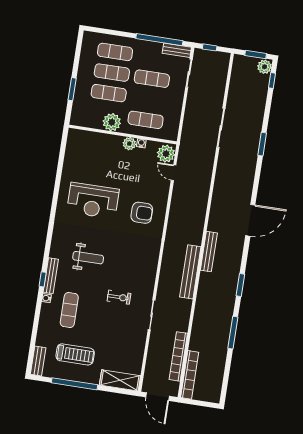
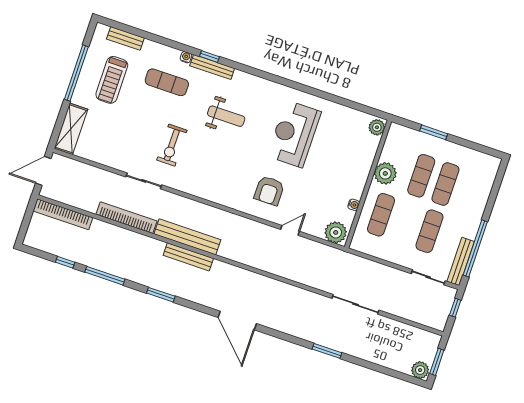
bench: (177, 50) -> (461, 261), width x1.36
exercise mat: (115, 52) -> (470, 192), removed
window: (272, 80) -> (65, 262), moved
plant: (129, 144) -> (377, 127), moved
door: (174, 173) -> (290, 230), moved
bench: (209, 252) -> (188, 257), moved
weight bench: (88, 258) -> (226, 116), turned -90
exercise bike: (119, 297) -> (172, 145), width x1.38, depth x1.39
bookcase: (178, 356) -> (127, 218), moved
bench: (38, 361) -> (125, 38), moved

